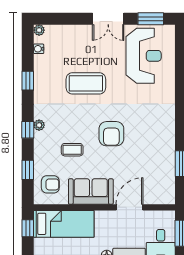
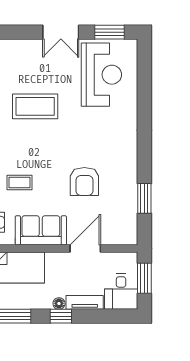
armchair: (111, 134) -> (84, 182), moved

